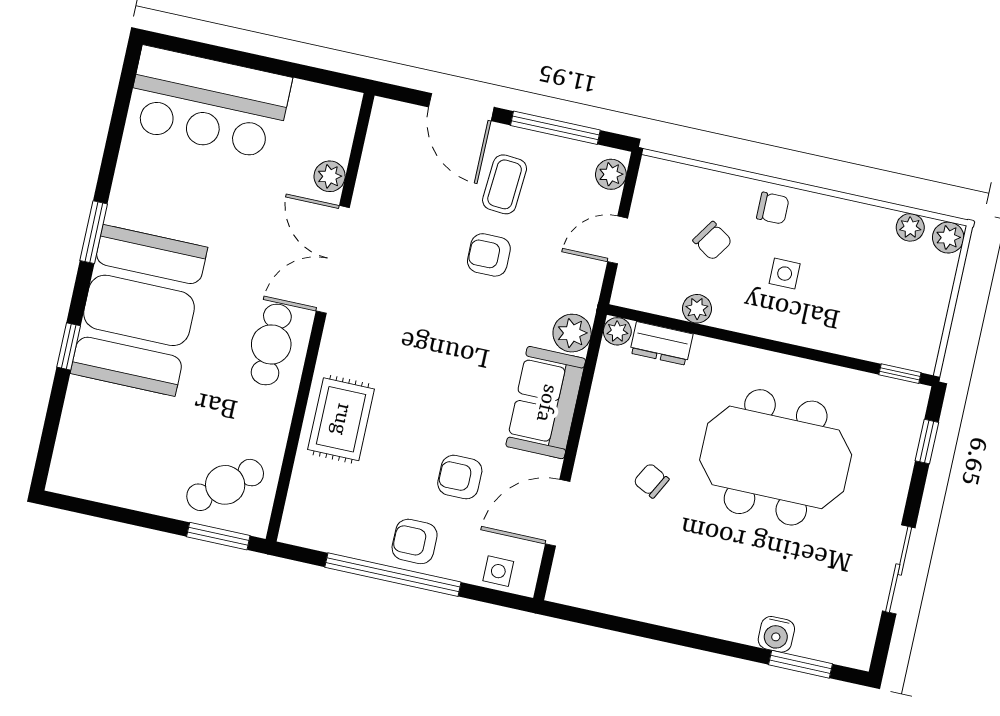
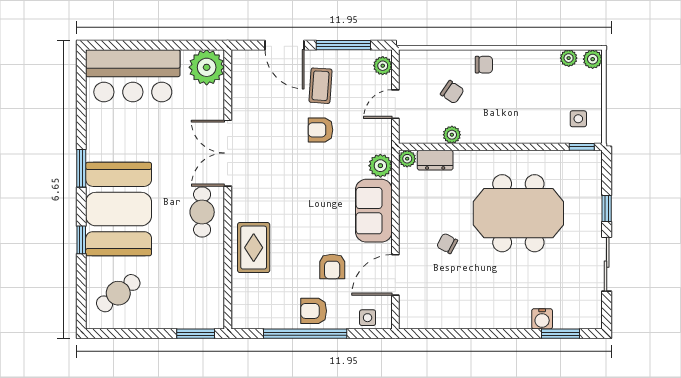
plant: (330, 176) -> (207, 67), moved, width x1.88, depth x1.88
side table: (785, 274) -> (578, 119), moved
window: (927, 442) -> (607, 209), moved
armchair: (460, 477) -> (332, 266), turned -90
cafe table: (225, 485) -> (118, 293), moved

